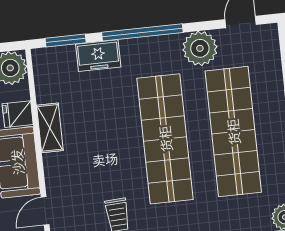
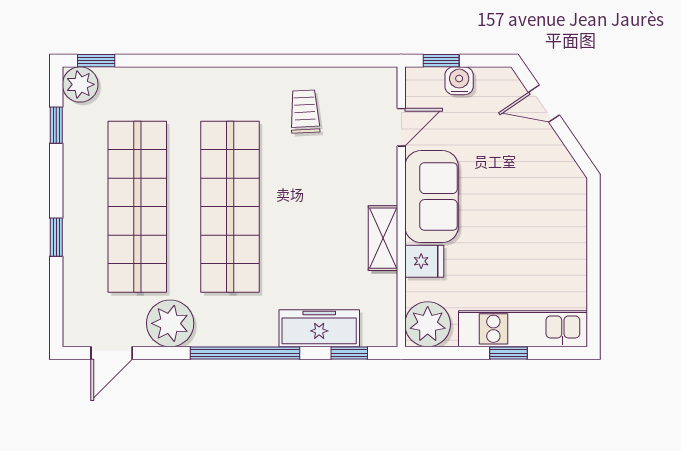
window: (66, 41) -> (349, 353), width x0.67
freezer: (98, 56) -> (319, 328), width x1.40

